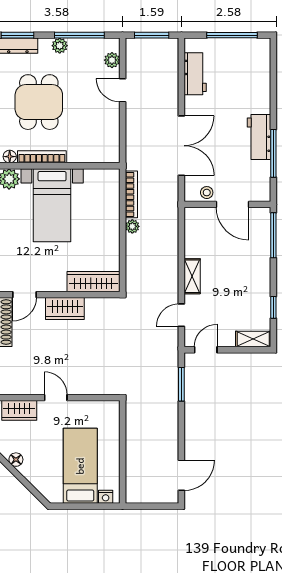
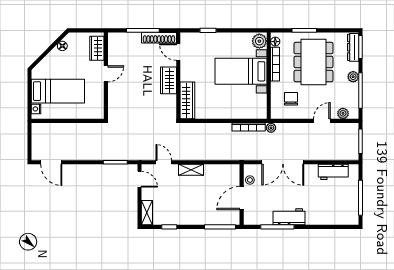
dining table: (39, 102) -> (313, 62), width x1.38
chair: (91, 134) -> (291, 99), added
plant: (132, 226) -> (271, 128), moved

